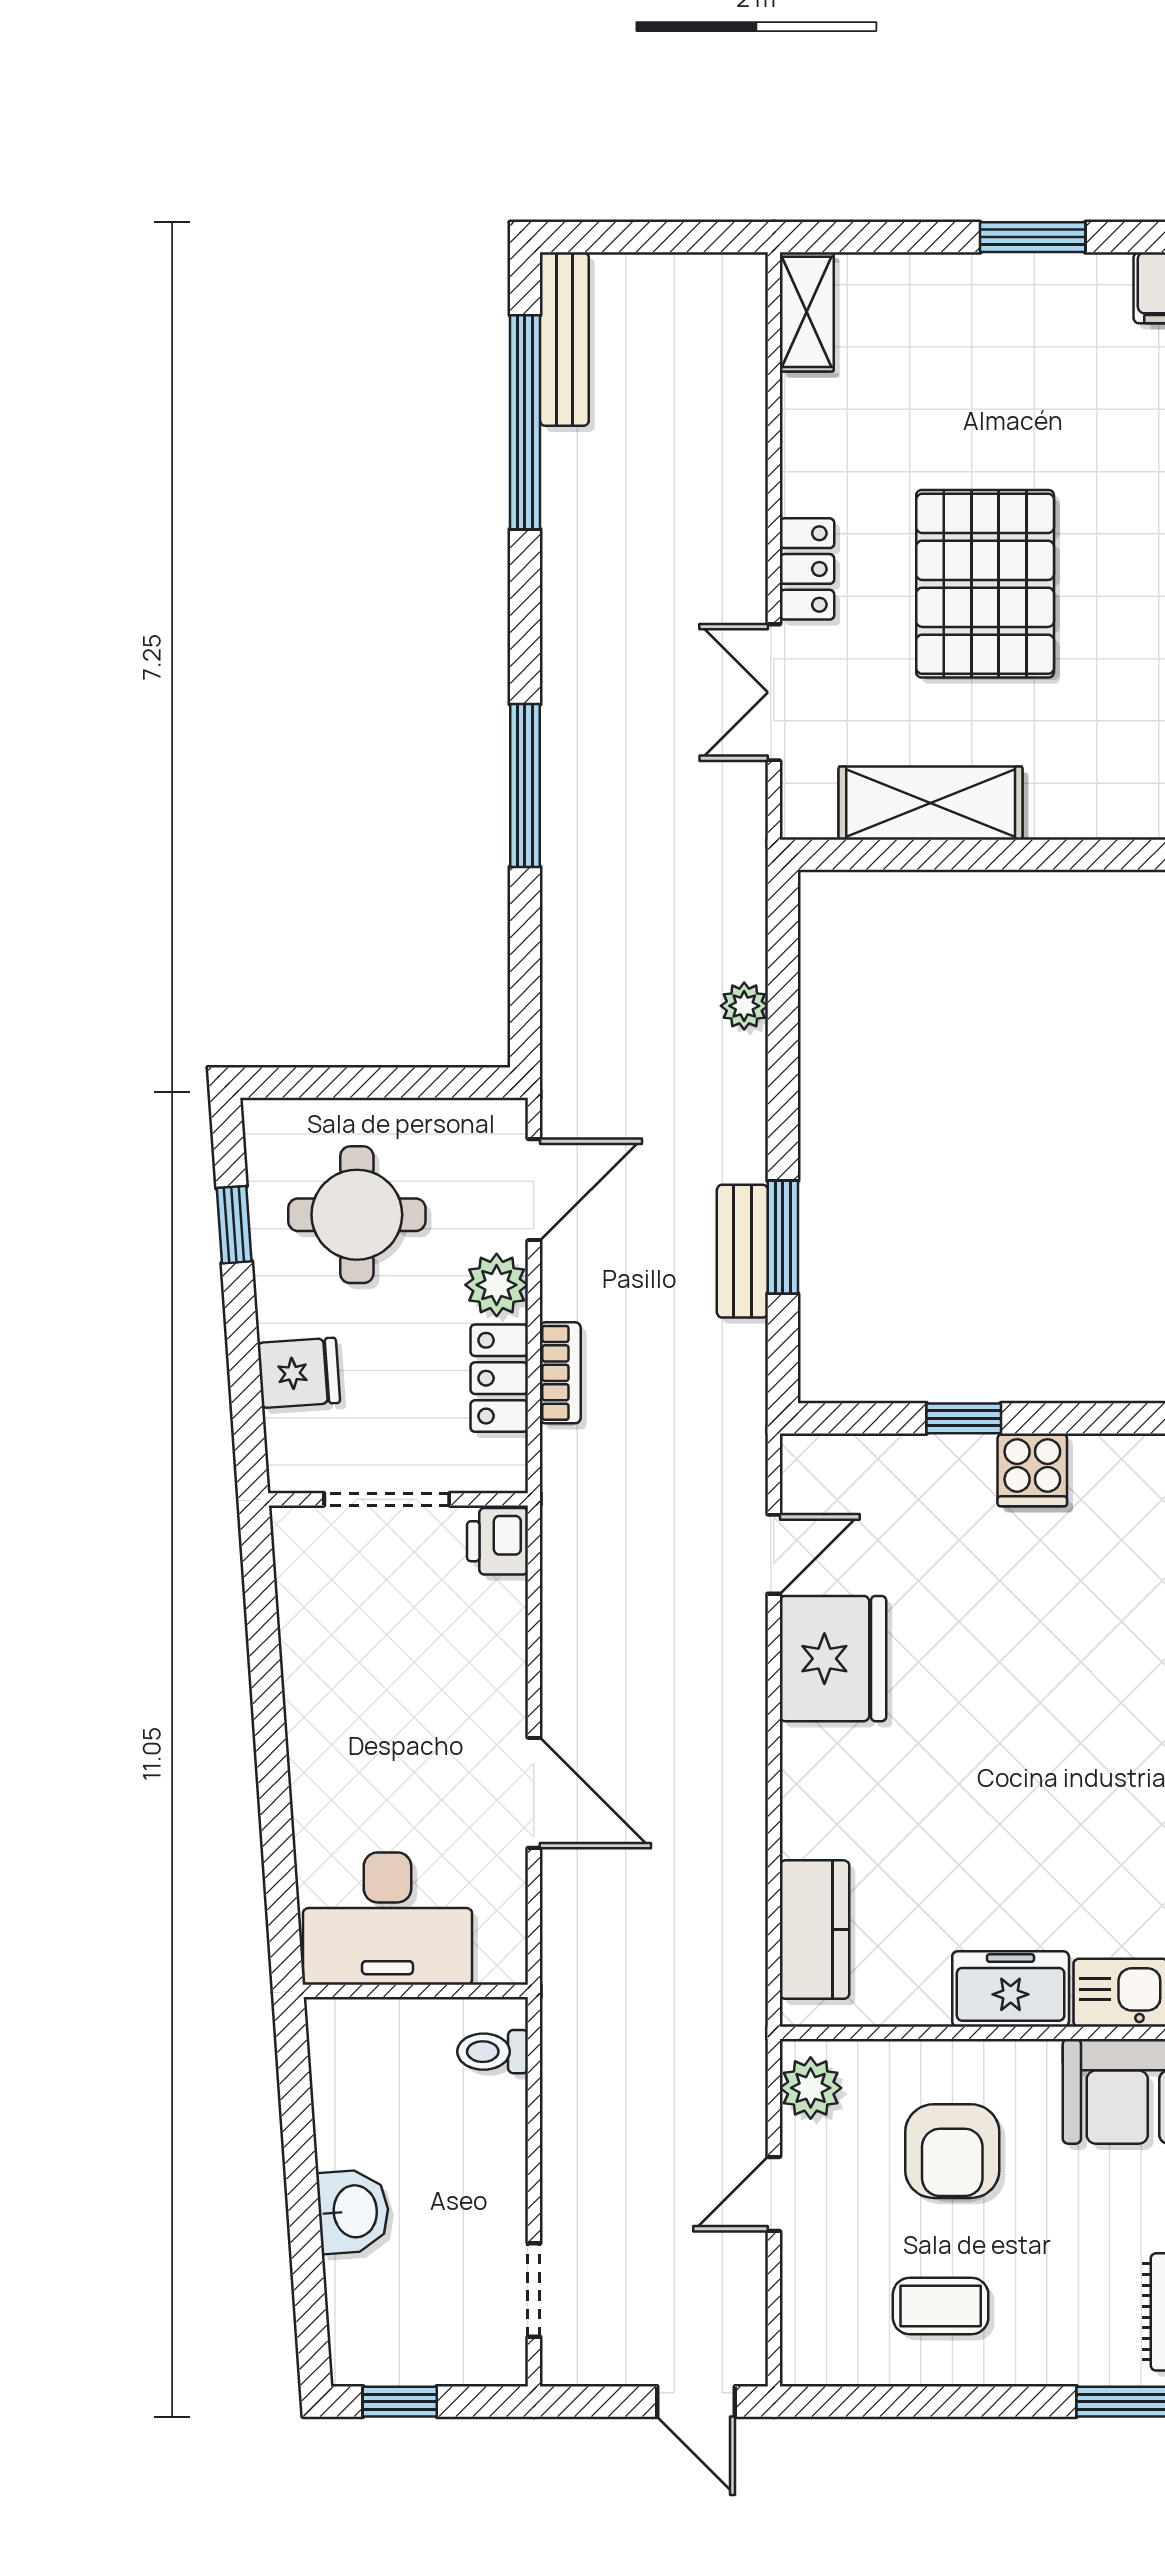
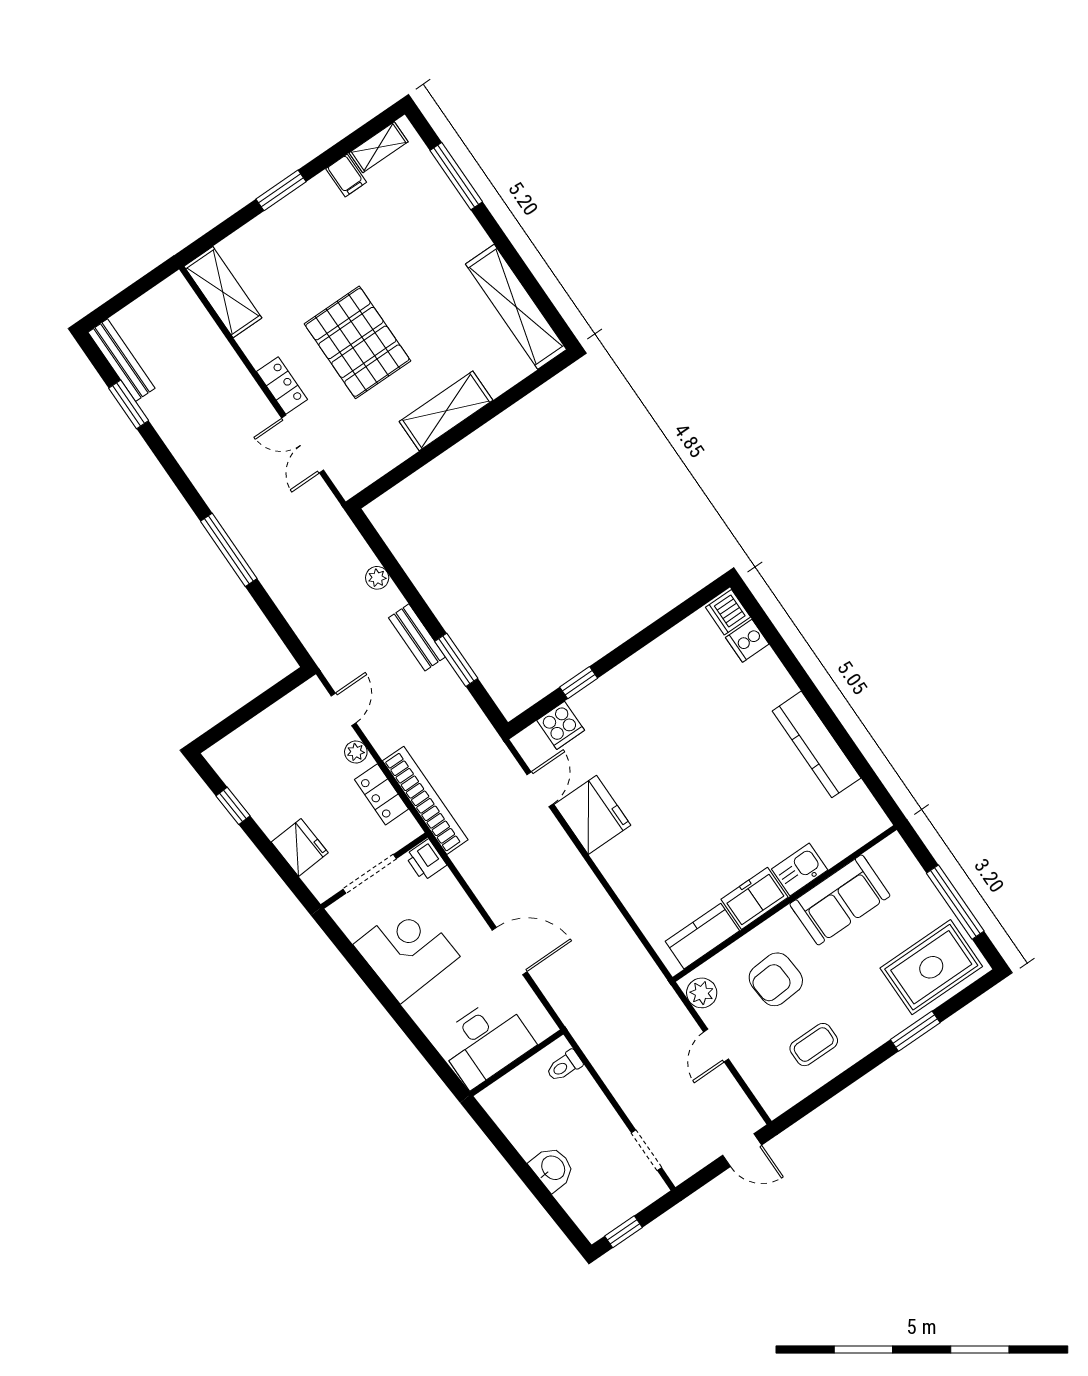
shelving: (807, 312) -> (223, 292), width x1.50, depth x1.33
window: (525, 422) -> (129, 404), width x0.47
shelving: (931, 803) -> (446, 411), moved
door: (534, 1190) -> (344, 709), width x0.73
round table: (357, 1215) -> (279, 768), removed
bench: (742, 1251) -> (417, 637), moved
plant: (497, 1285) -> (356, 752), width x0.73, depth x0.73
fridge: (299, 1373) -> (300, 847), width x1.38
bookcase: (560, 1373) -> (425, 800), width x2.31, depth x1.31
cooker: (1032, 1470) -> (561, 725), moved
corner desk: (360, 1672) -> (406, 951), added
kitchen counter: (814, 1930) -> (702, 936), moved, turned -90
armchair: (952, 2151) -> (776, 979), turned 86

